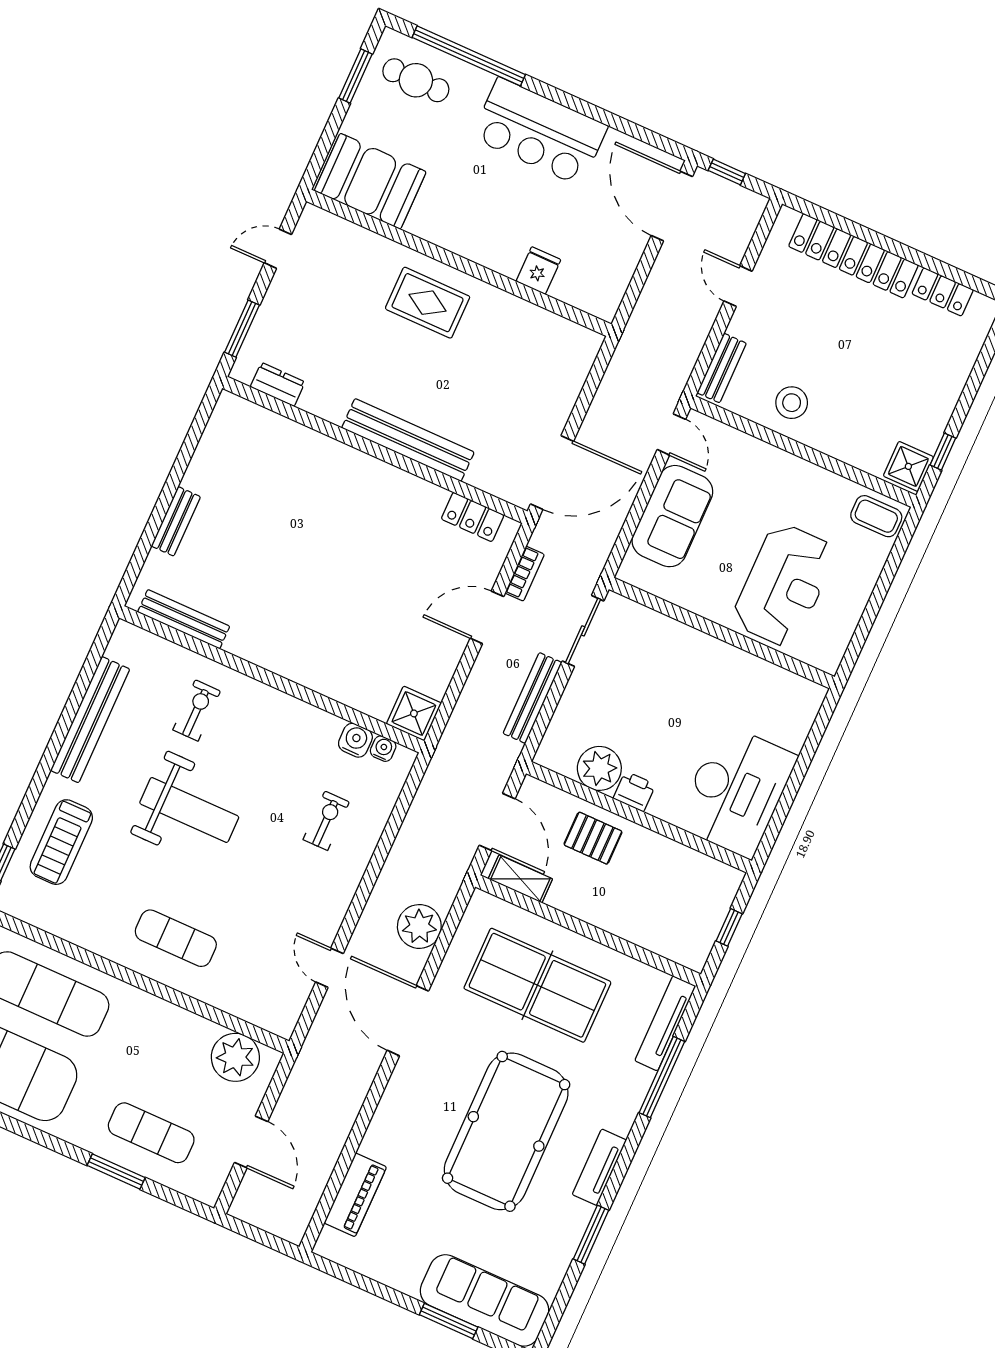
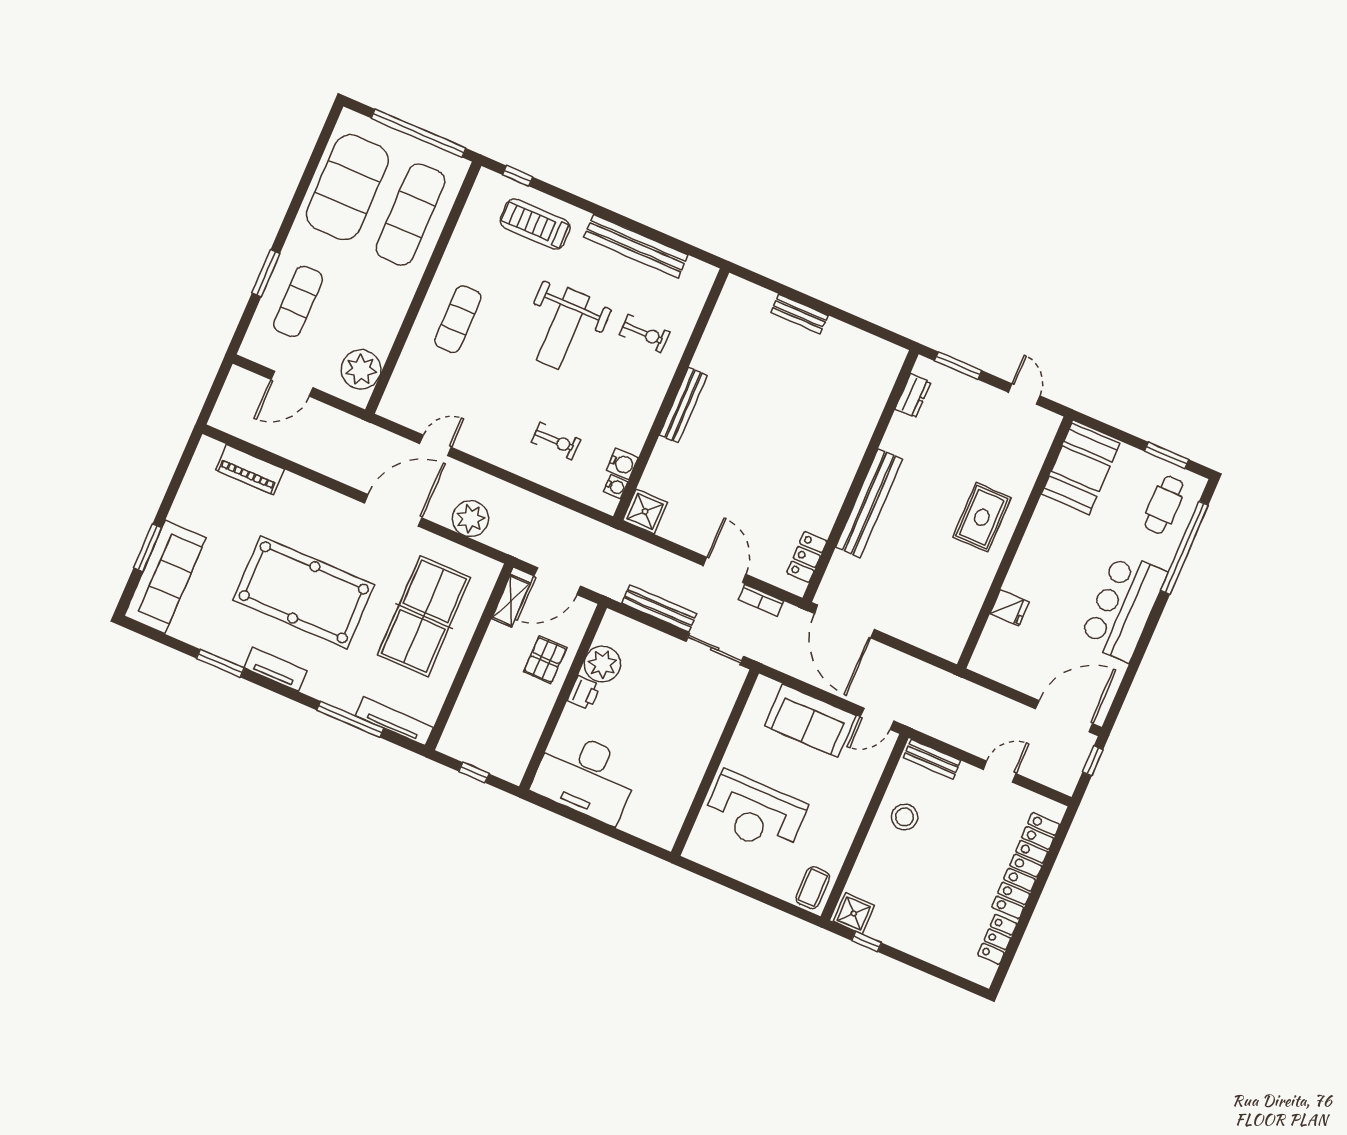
bench: (184, 619) -> (683, 405), moved

